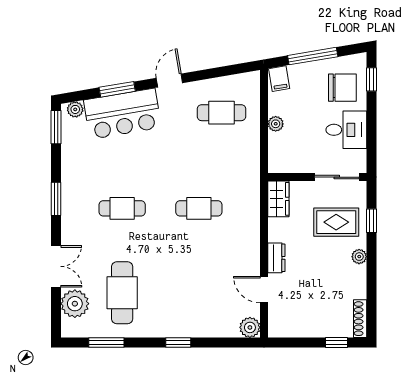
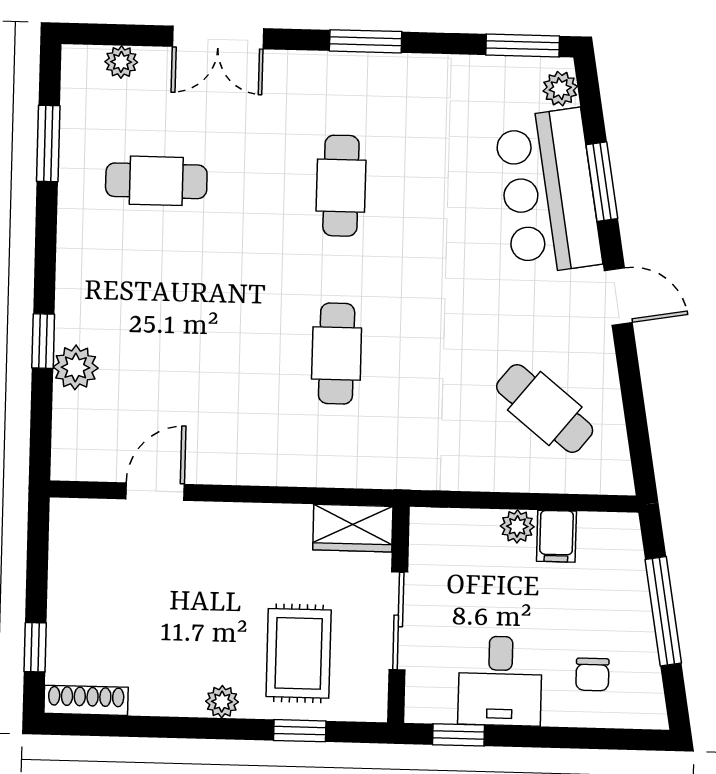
filing cabinet: (279, 79) -> (556, 536), moved, turned -80
window: (372, 79) -> (458, 735), moved
chair: (342, 88) -> (592, 674), width x0.54, depth x0.54
cafe table: (221, 113) -> (545, 408), turned -51
sliding door: (337, 177) -> (398, 621), moved
dresser: (276, 258) -> (224, 520), removed
cafe table: (122, 293) -> (156, 181), width x0.73, depth x0.74
plant: (75, 304) -> (121, 62), width x0.53, depth x0.53
plant: (250, 327) -> (76, 367), moved
window: (178, 343) -> (43, 341), moved

